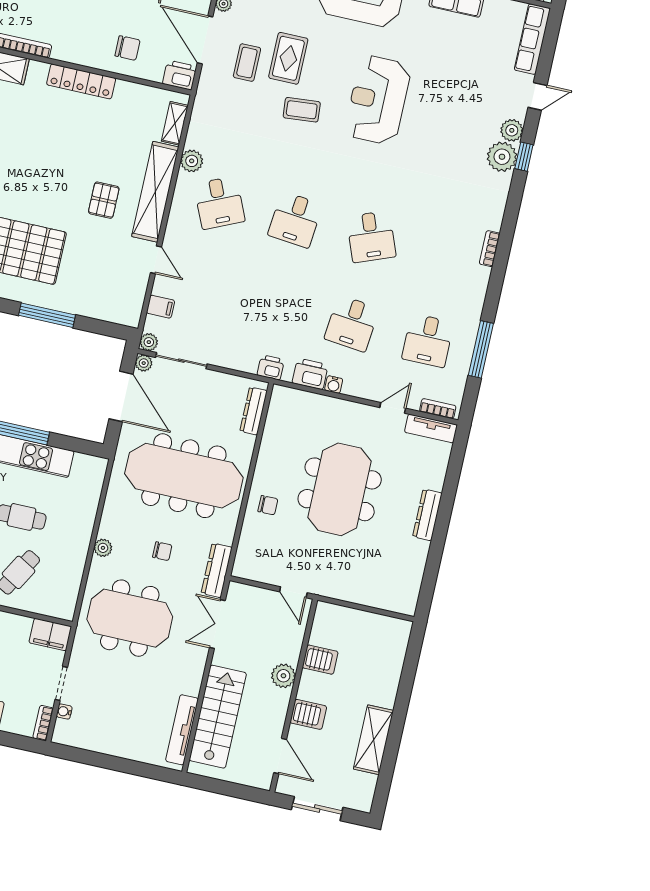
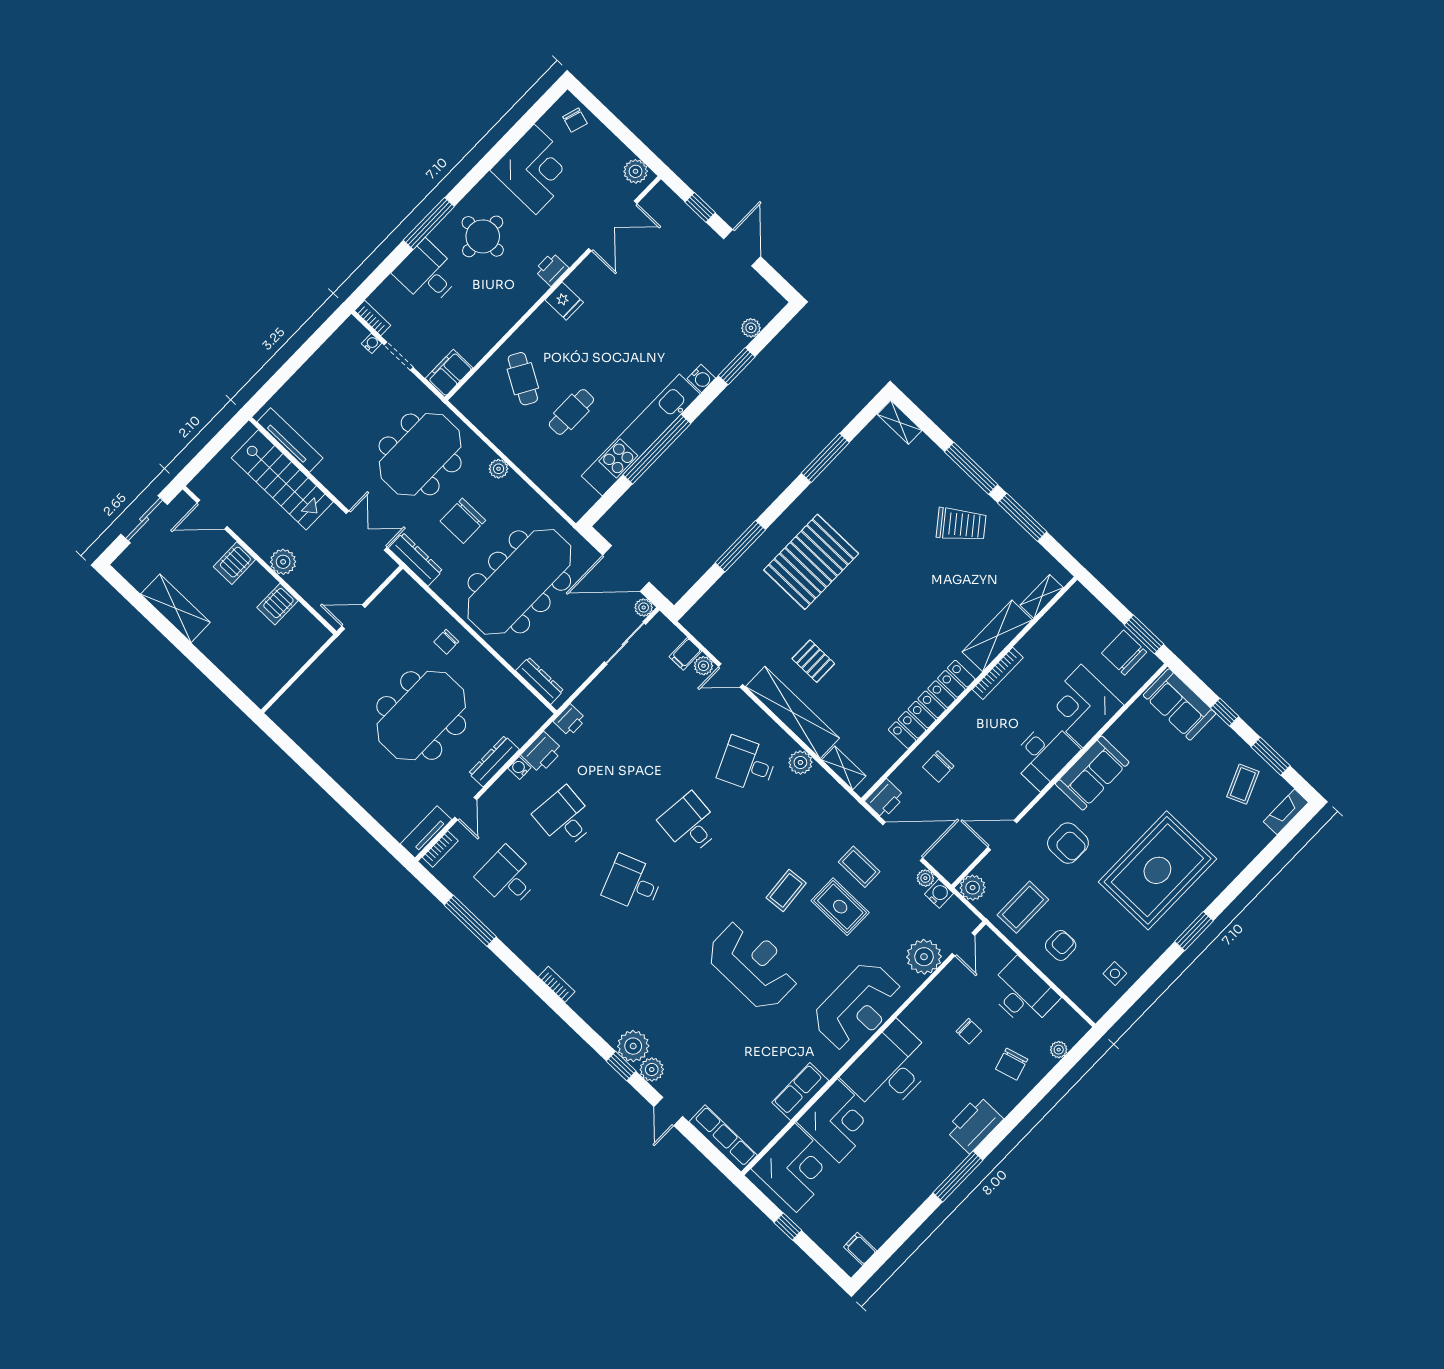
locker: (81, 81) -> (932, 704), width x1.41, depth x1.21
plant: (149, 342) -> (703, 666), moved
meeting table: (340, 489) -> (421, 716), turned 90
dresser: (427, 515) -> (494, 761), moved, turned -90
chair: (162, 551) -> (463, 521), width x1.87, depth x1.87

